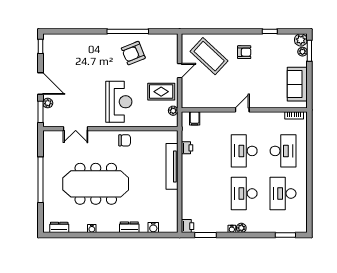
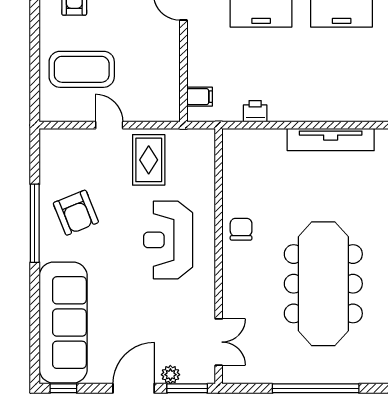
sofa: (75, 46) -> (63, 323), added
coffee table: (209, 56) -> (82, 69), turned 47
reception desk: (119, 102) -> (168, 240), turned -90
plant: (173, 111) -> (185, 137), removed
double door: (76, 129) -> (219, 342), moved
tv unit: (172, 166) -> (331, 140), moved

